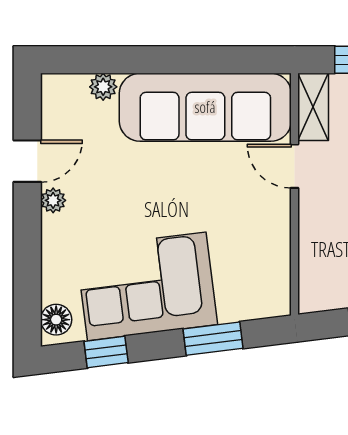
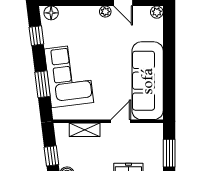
plant: (103, 87) -> (157, 12), moved
shelving: (313, 107) -> (85, 130), moved
corner sofa: (147, 286) -> (69, 76), moved

